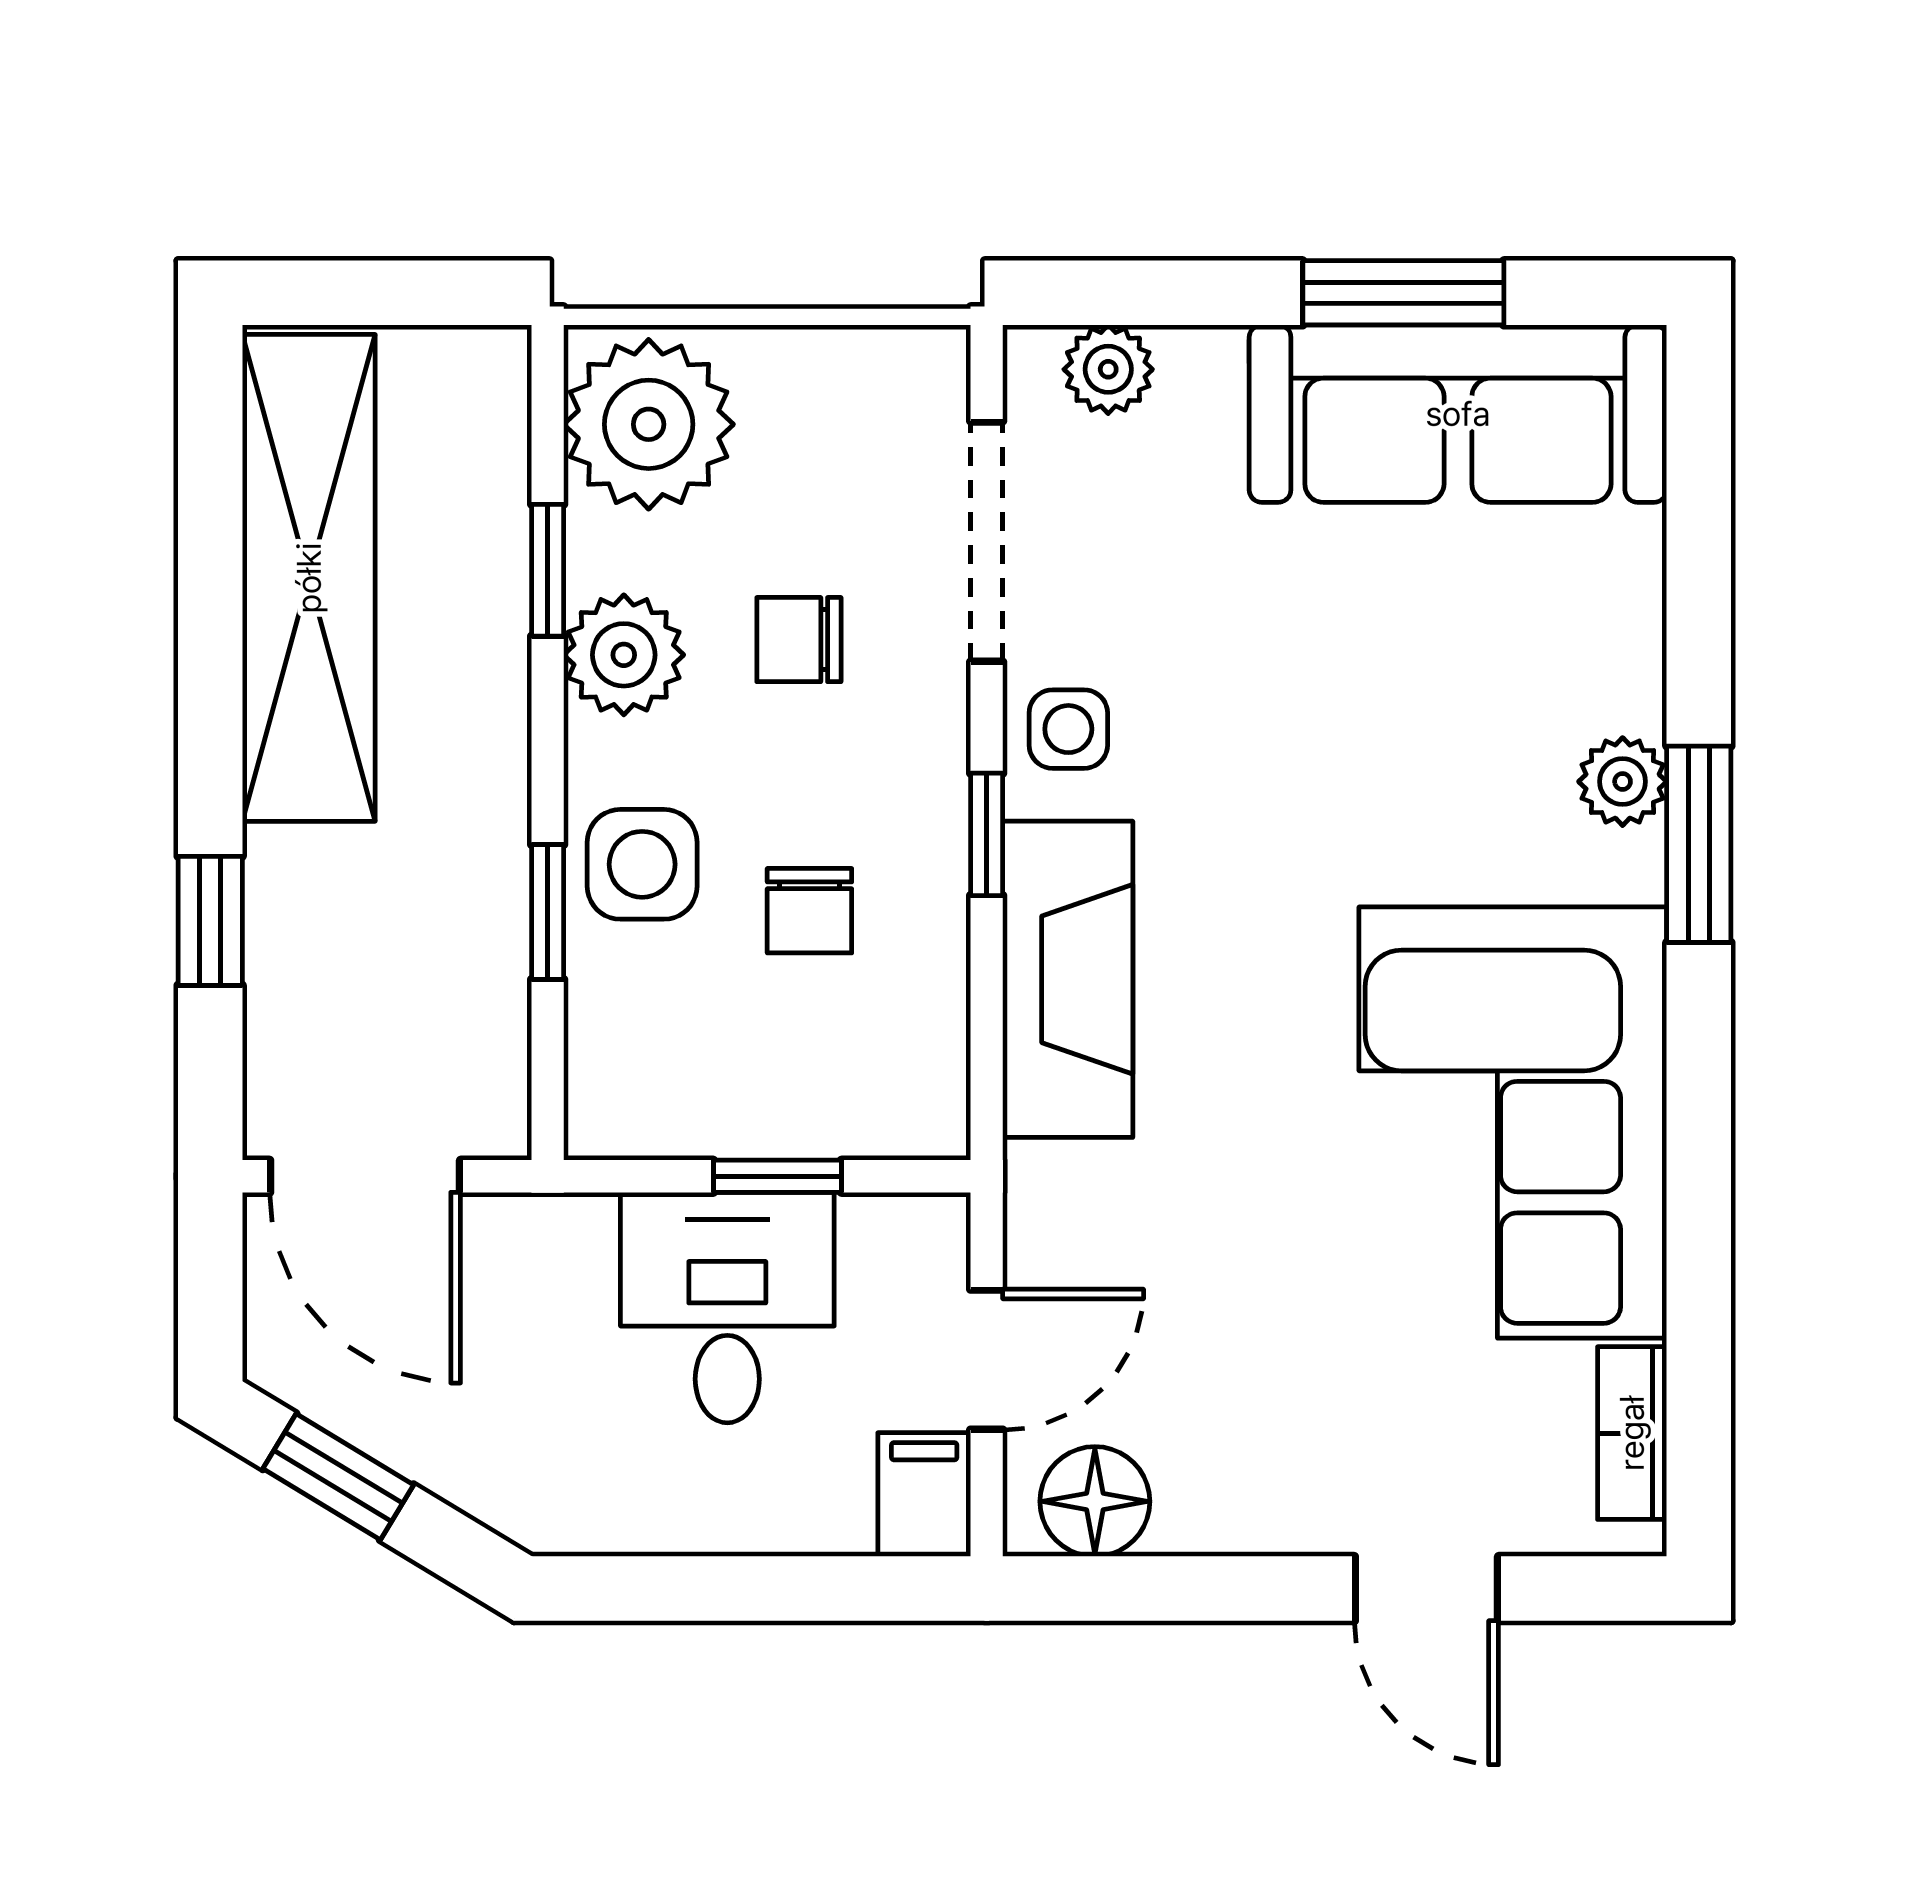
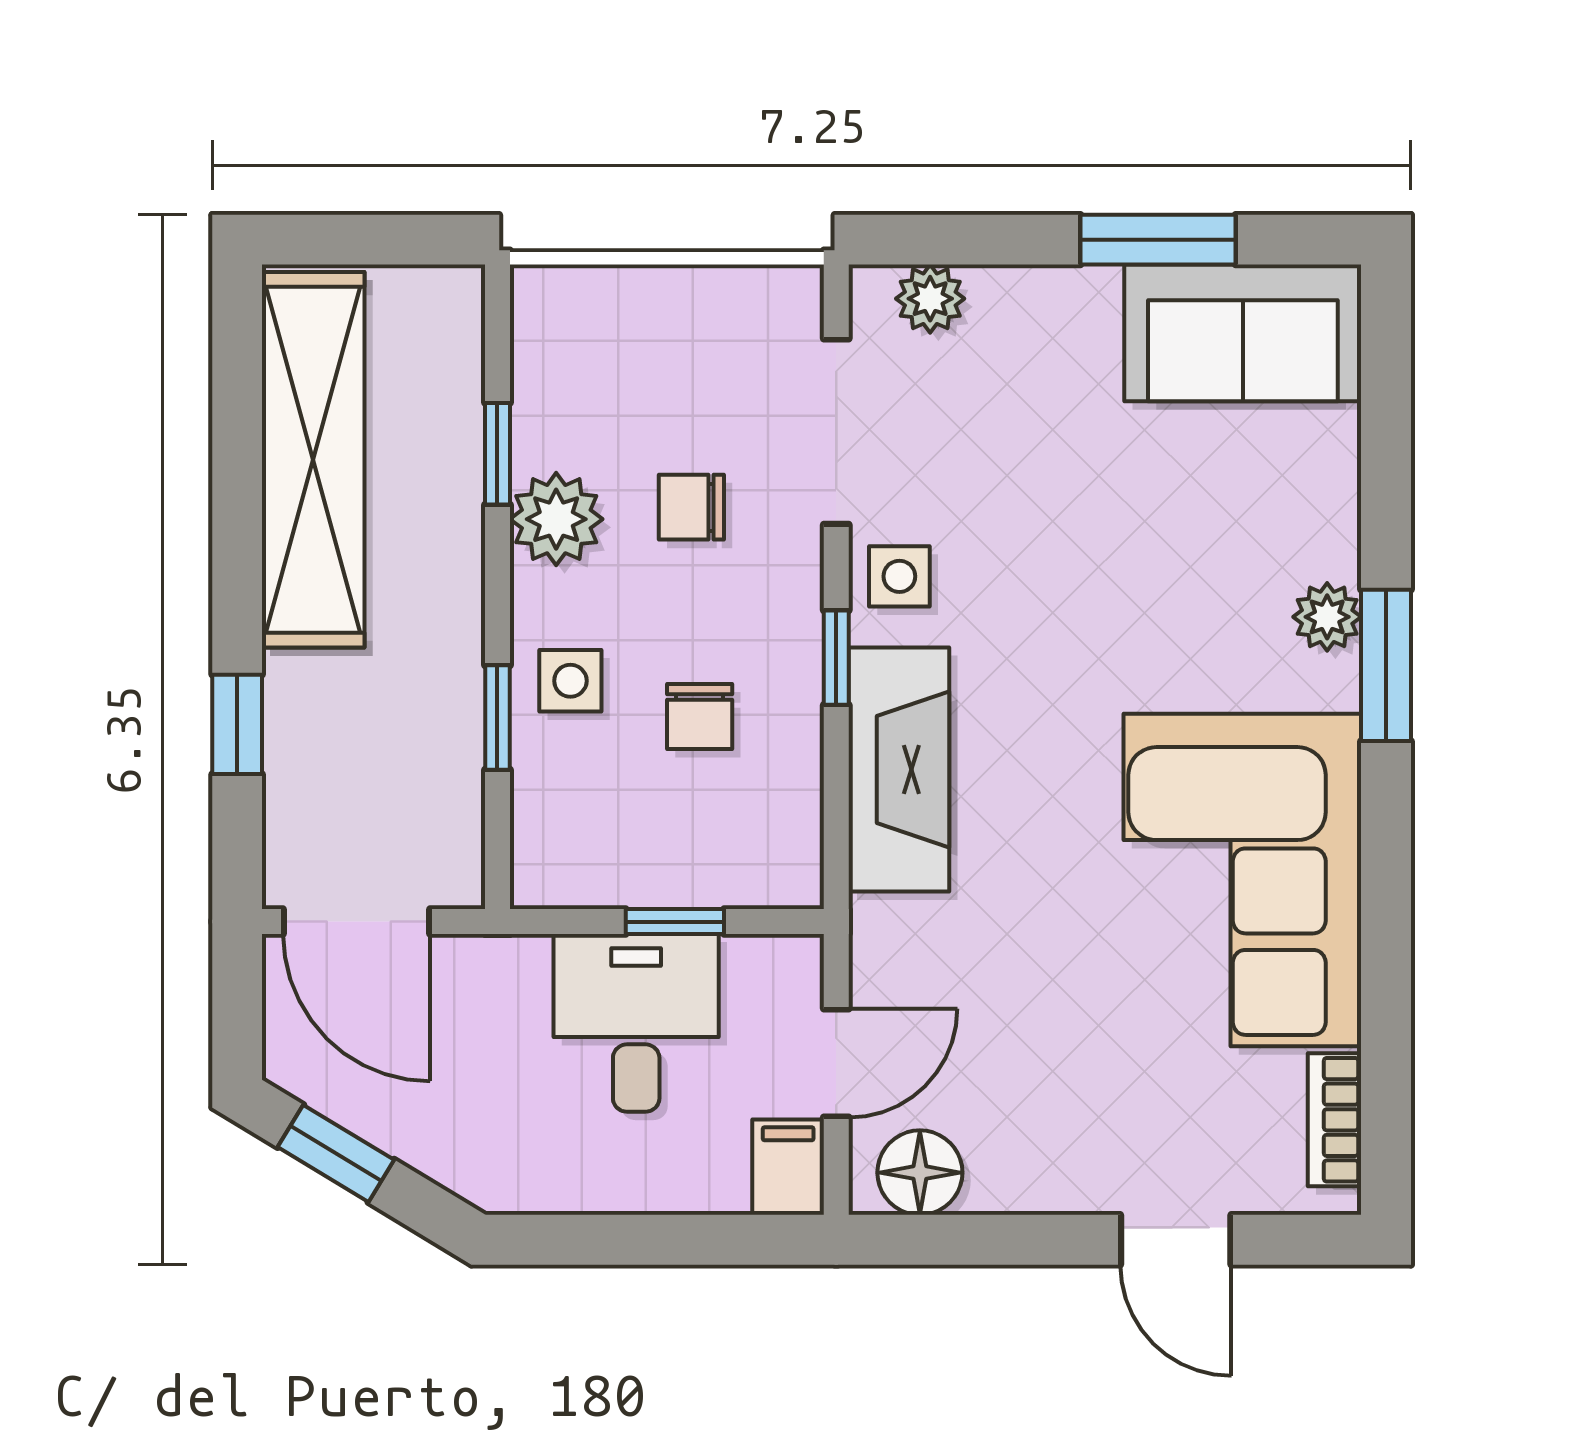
sofa: (1458, 414) -> (1243, 333), width x0.73
plant: (649, 424) -> (575, 341), removed
side table: (642, 864) -> (570, 681), width x0.73, depth x0.73

